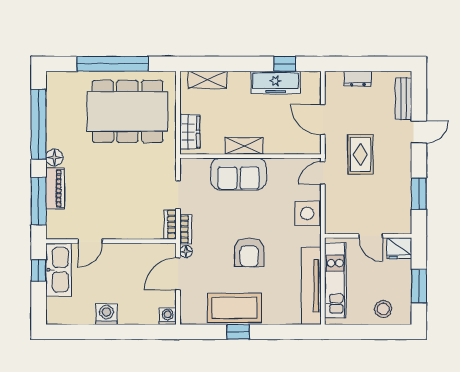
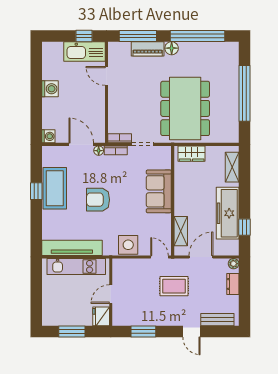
plant: (331, 78) -> (234, 264), added
freezer: (276, 82) -> (228, 213), width x1.36, depth x1.26
dining table: (127, 111) -> (185, 108), moved
shelving: (244, 146) -> (181, 231), moved
stool: (383, 309) -> (54, 304), removed

